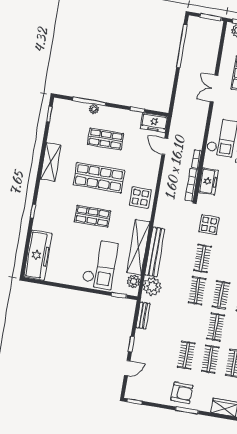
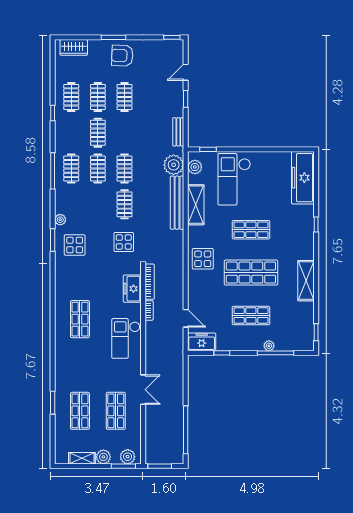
shelving: (138, 247) -> (196, 205), width x0.68

